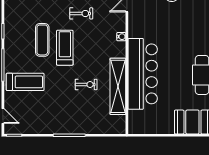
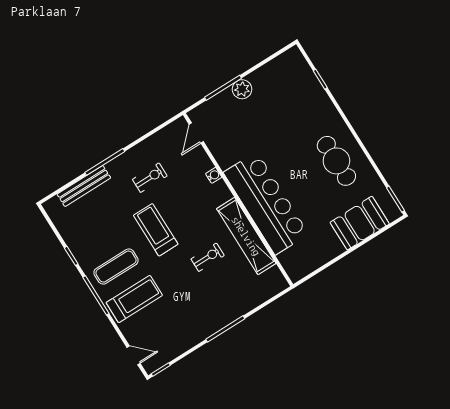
exercise mat: (42, 40) -> (116, 267), moved, turned 90

